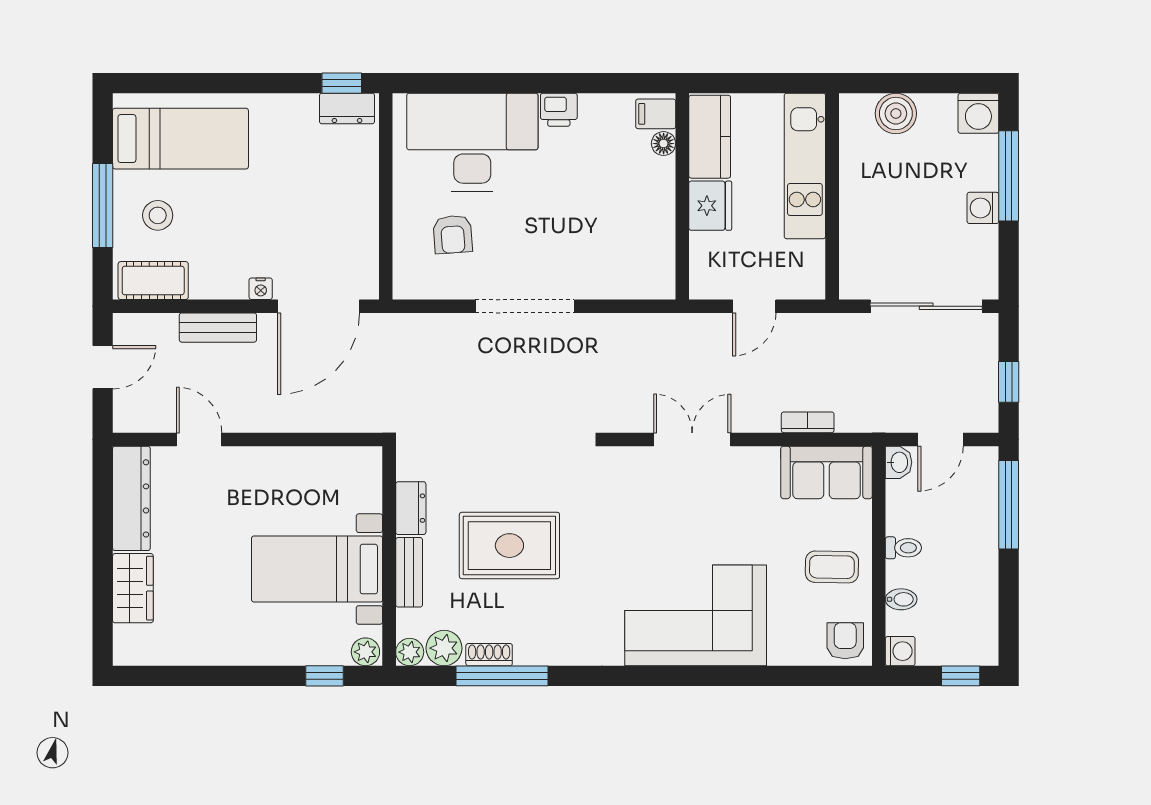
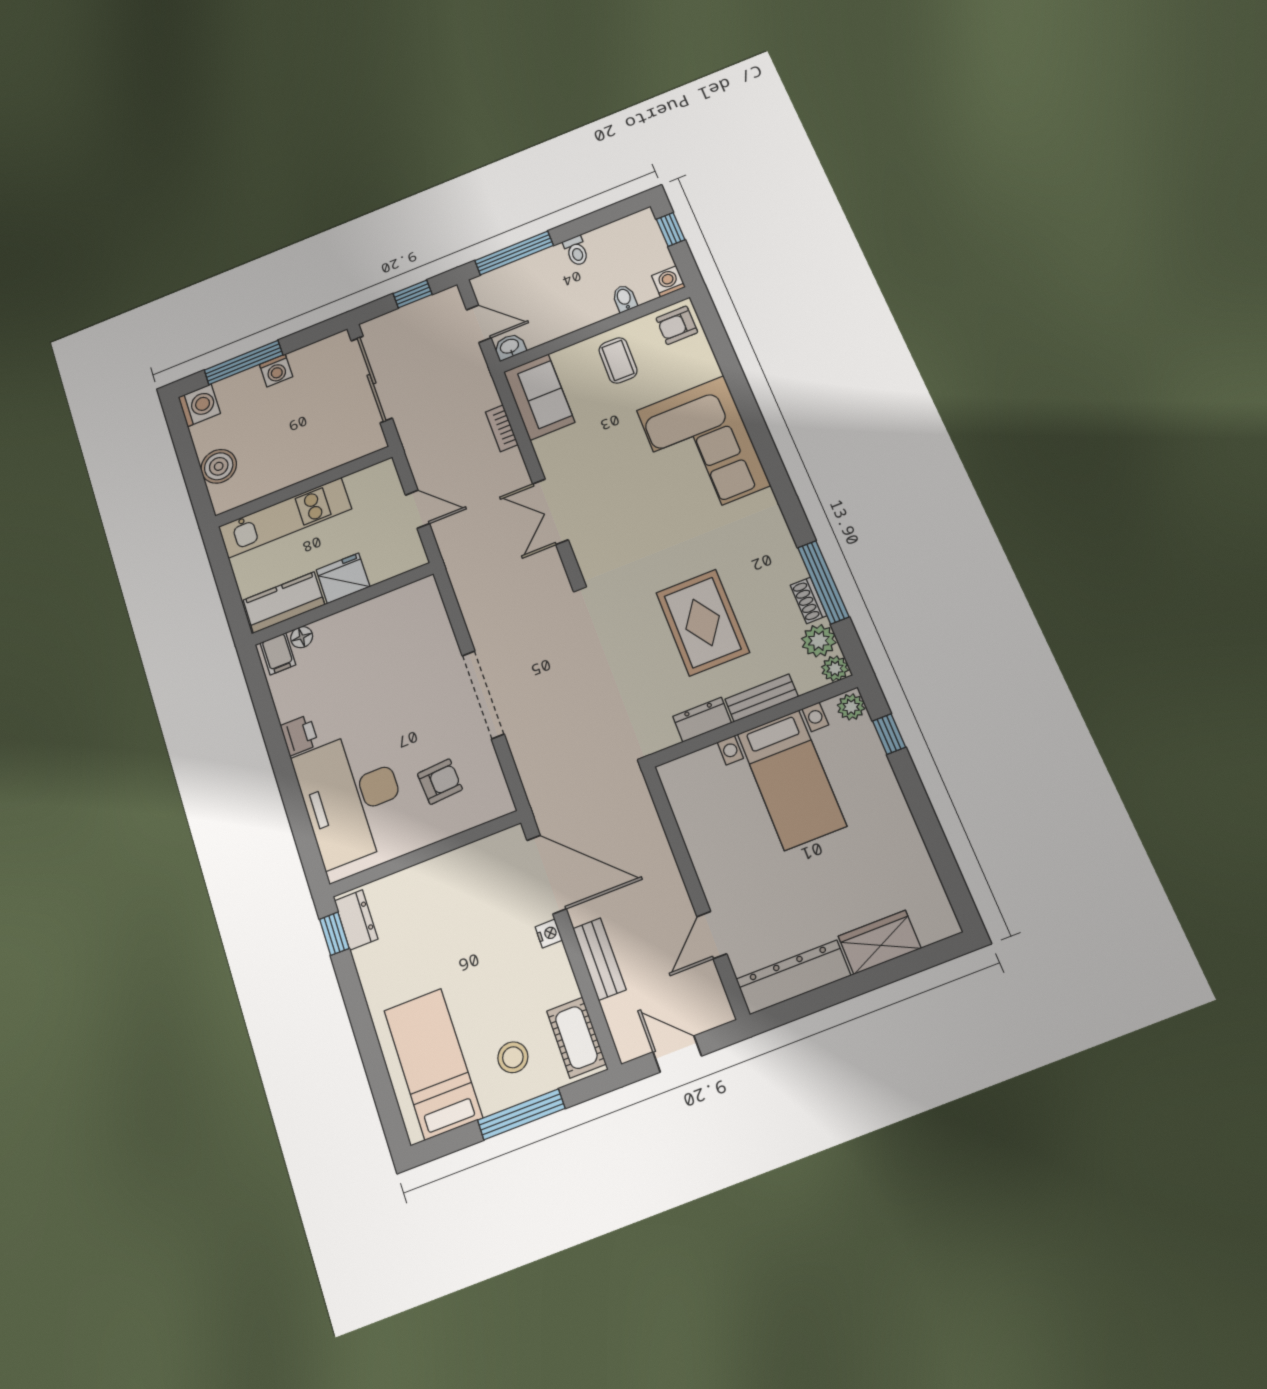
toilet: (903, 548) -> (576, 251), moved, turned 180

